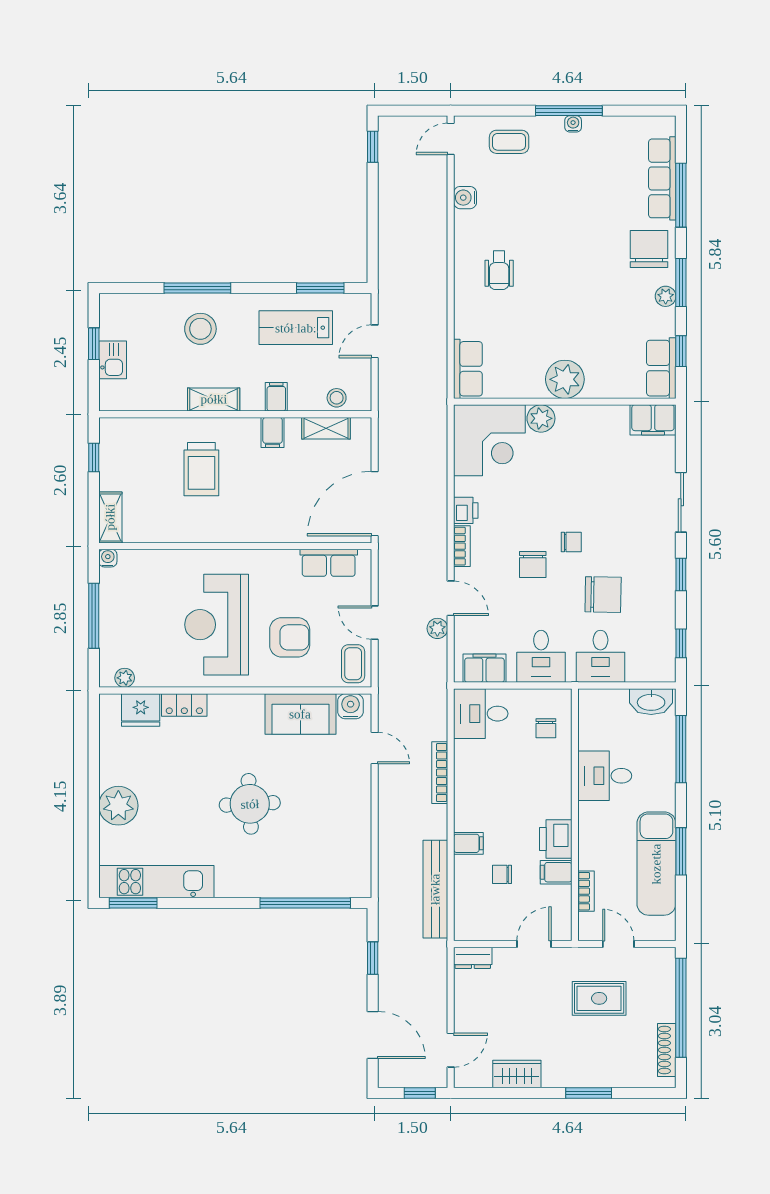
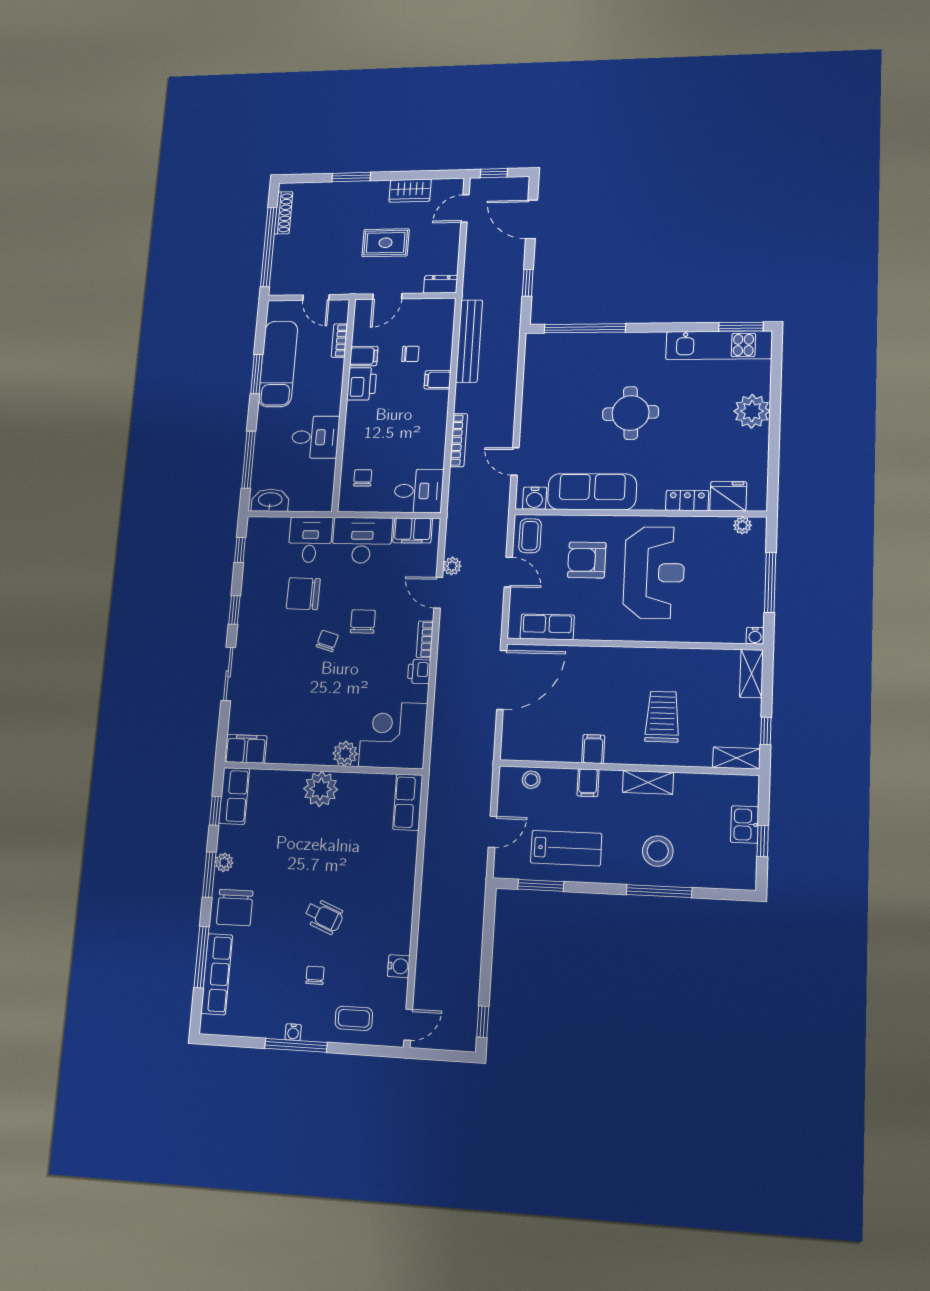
chair: (554, 183) -> (315, 975), added
wheelchair: (499, 270) -> (324, 916), moved, turned 112
shelving: (326, 428) -> (736, 758), moved
chair: (571, 542) -> (327, 641), turned 106
desk: (541, 656) -> (362, 540), width x1.37
sofa: (300, 714) -> (592, 492), width x1.36
rug: (599, 998) -> (386, 243), moved

